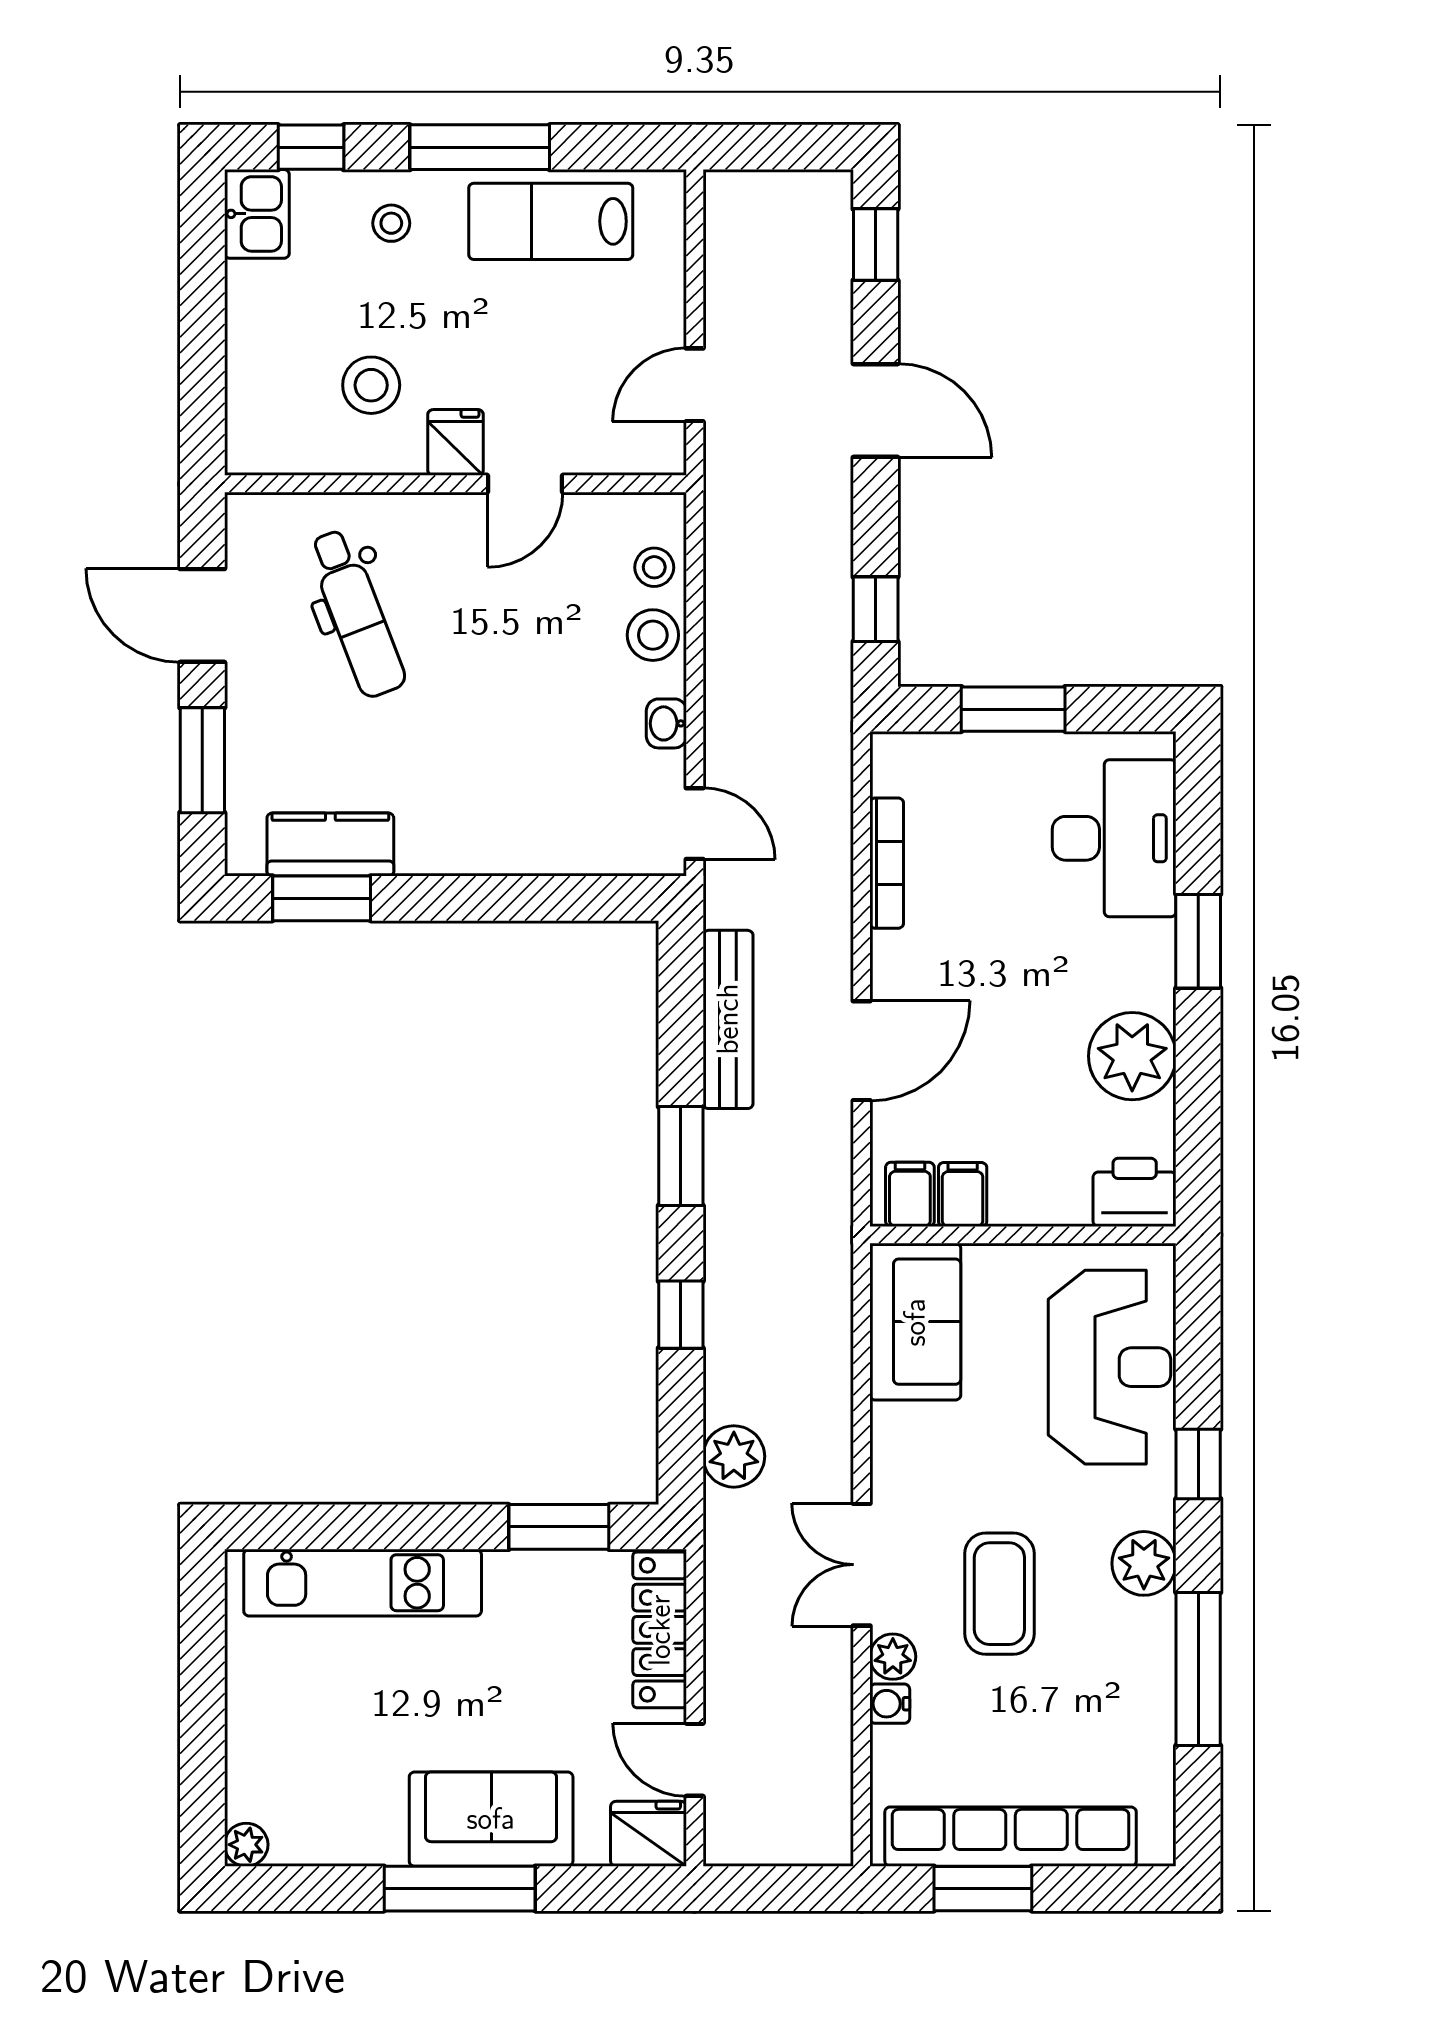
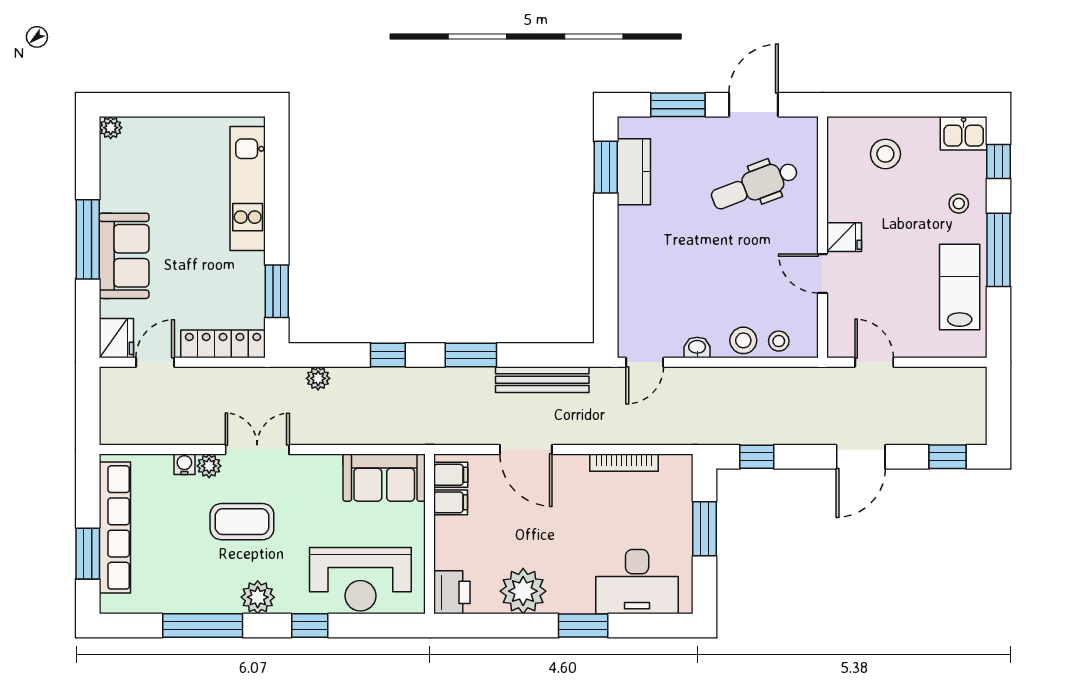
stool: (371, 385) -> (885, 154), moved
plant: (734, 1456) -> (318, 378), width x0.73, depth x0.73
window: (983, 1889) -> (88, 554), moved

